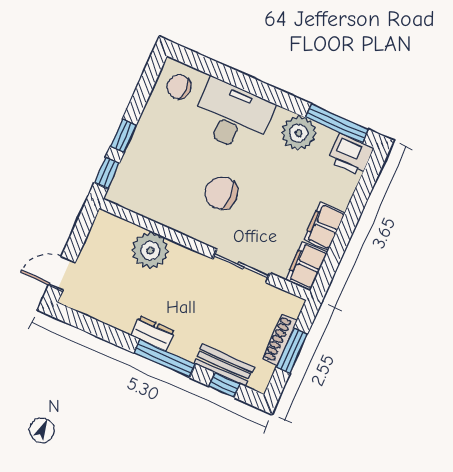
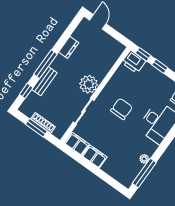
plant: (299, 133) -> (144, 159), width x0.53, depth x0.53
printer: (351, 155) -> (134, 62), moved, turned -90
plant: (150, 250) -> (89, 84), moved
dresser: (153, 333) -> (69, 47), moved
bench: (224, 365) -> (44, 81), moved

